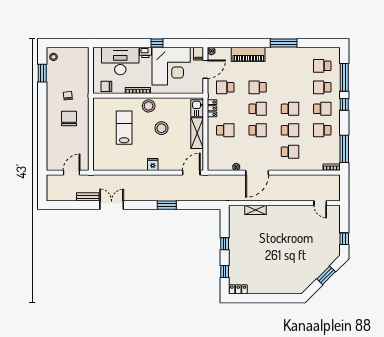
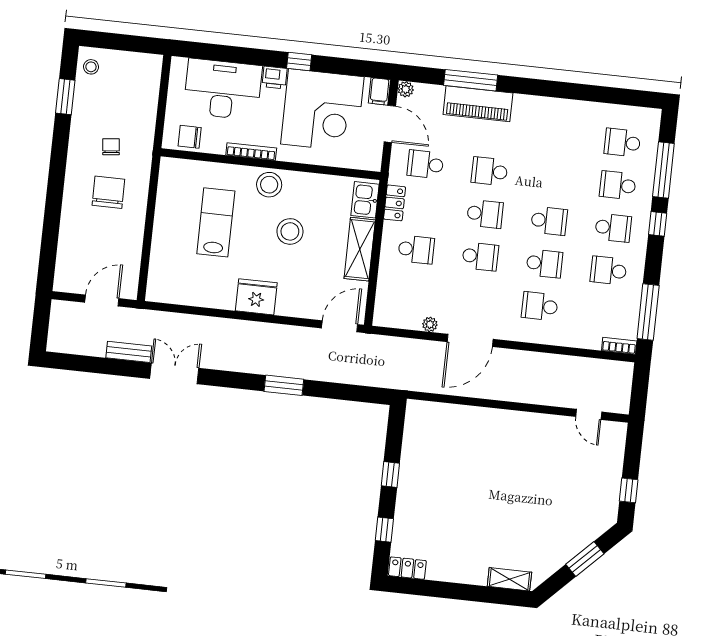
window: (284, 43) -> (471, 80), moved
door: (205, 69) -> (390, 124), hinge flipped
school desk: (290, 152) -> (540, 306), turned 180
fridge: (153, 165) -> (256, 297), width x1.88, depth x1.34
shelving: (255, 210) -> (509, 579), moved

